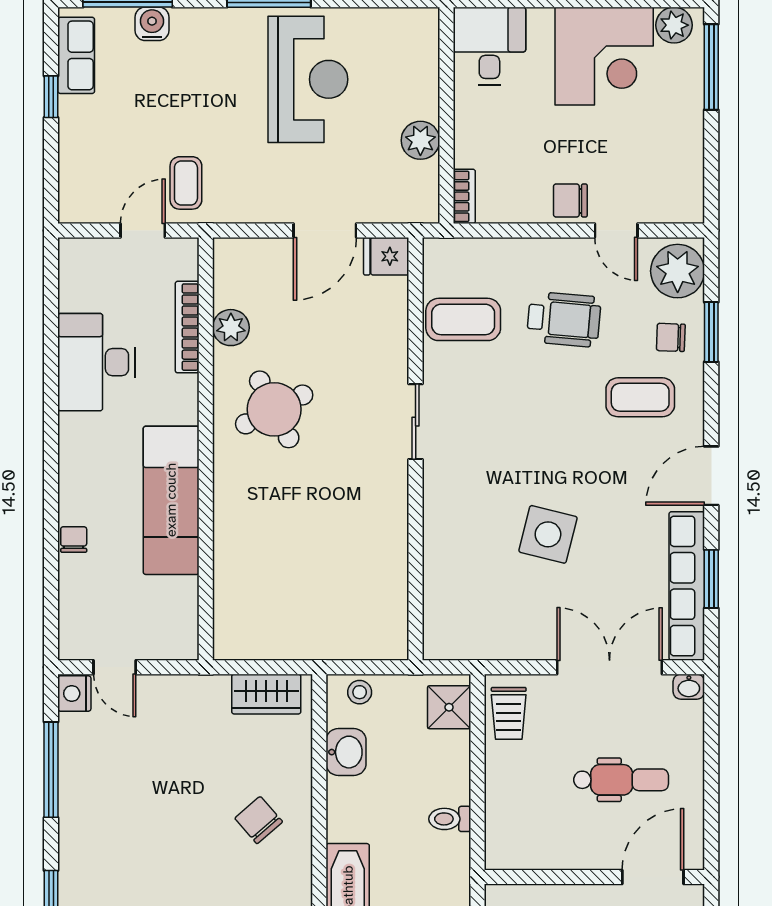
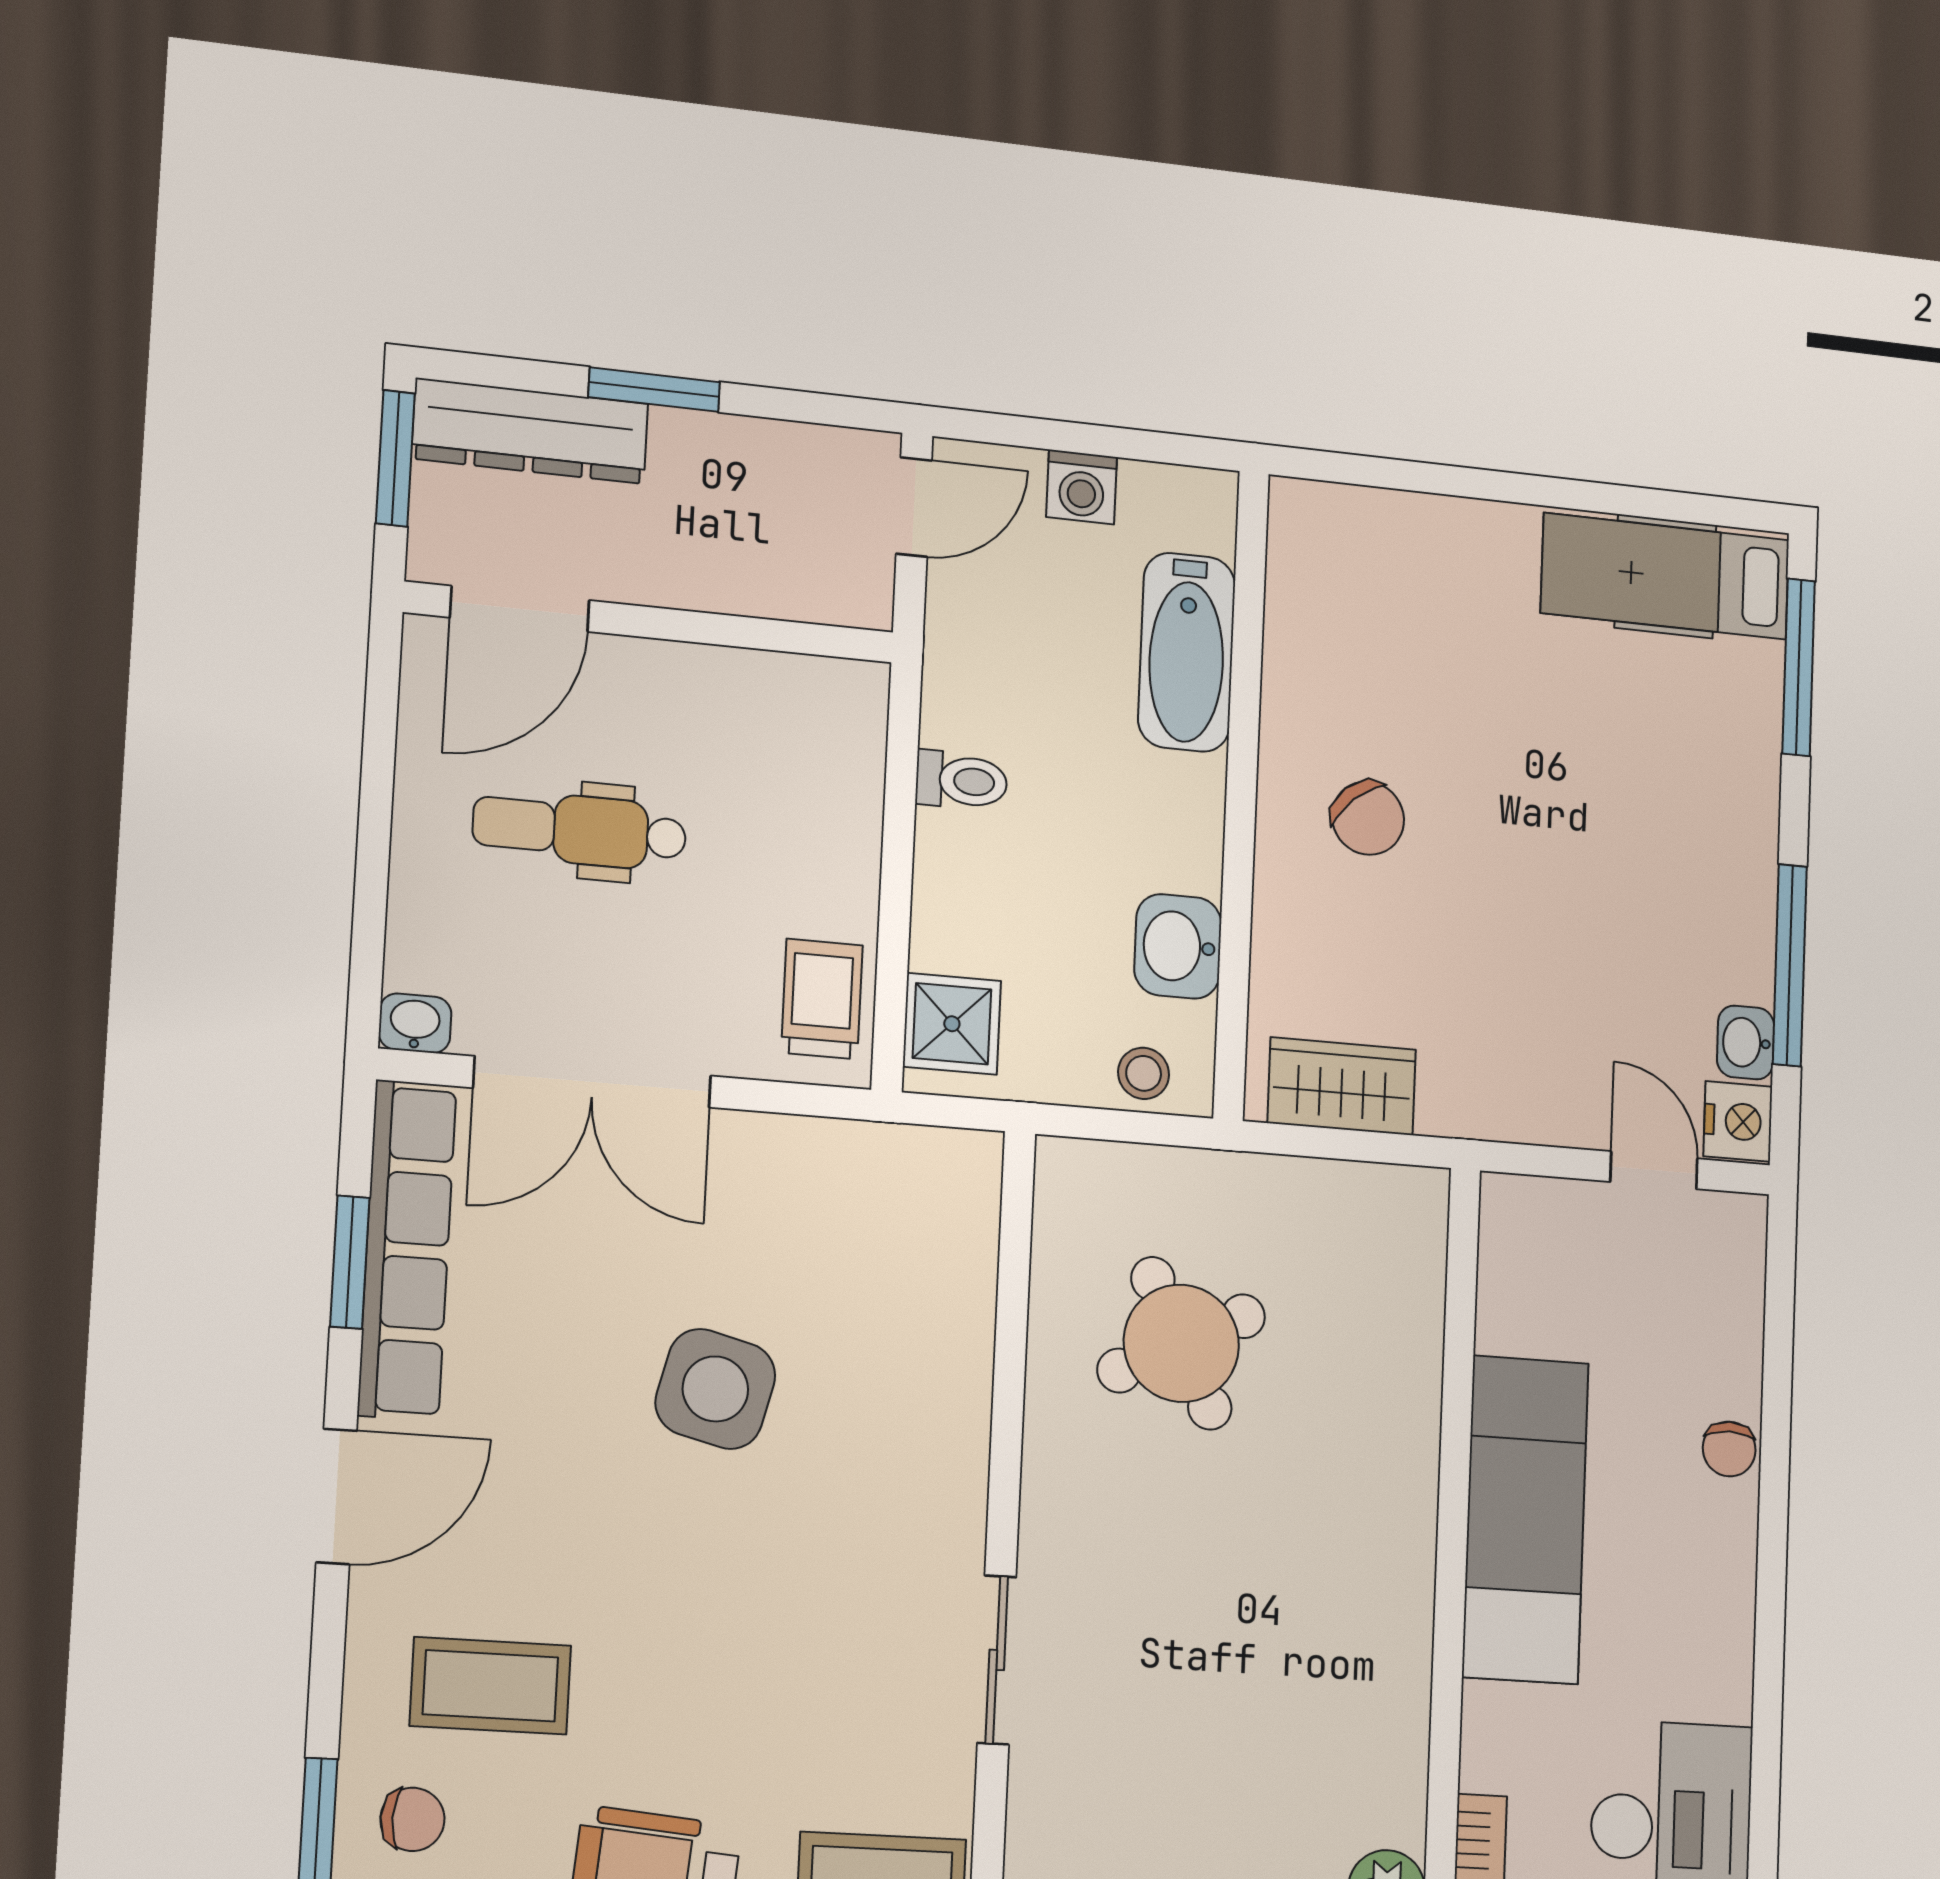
round table: (274, 409) -> (1181, 1343), moved
washbasin: (72, 731) -> (1746, 1042), added

